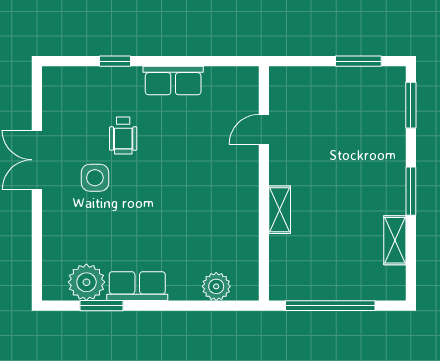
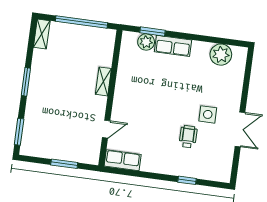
window: (358, 61) -> (64, 164), moved
row of seats: (173, 81) -> (123, 160), moved
shelving: (395, 240) -> (42, 34), moved
row of seats: (137, 286) -> (173, 46), moved
window: (101, 306) -> (152, 32), moved

